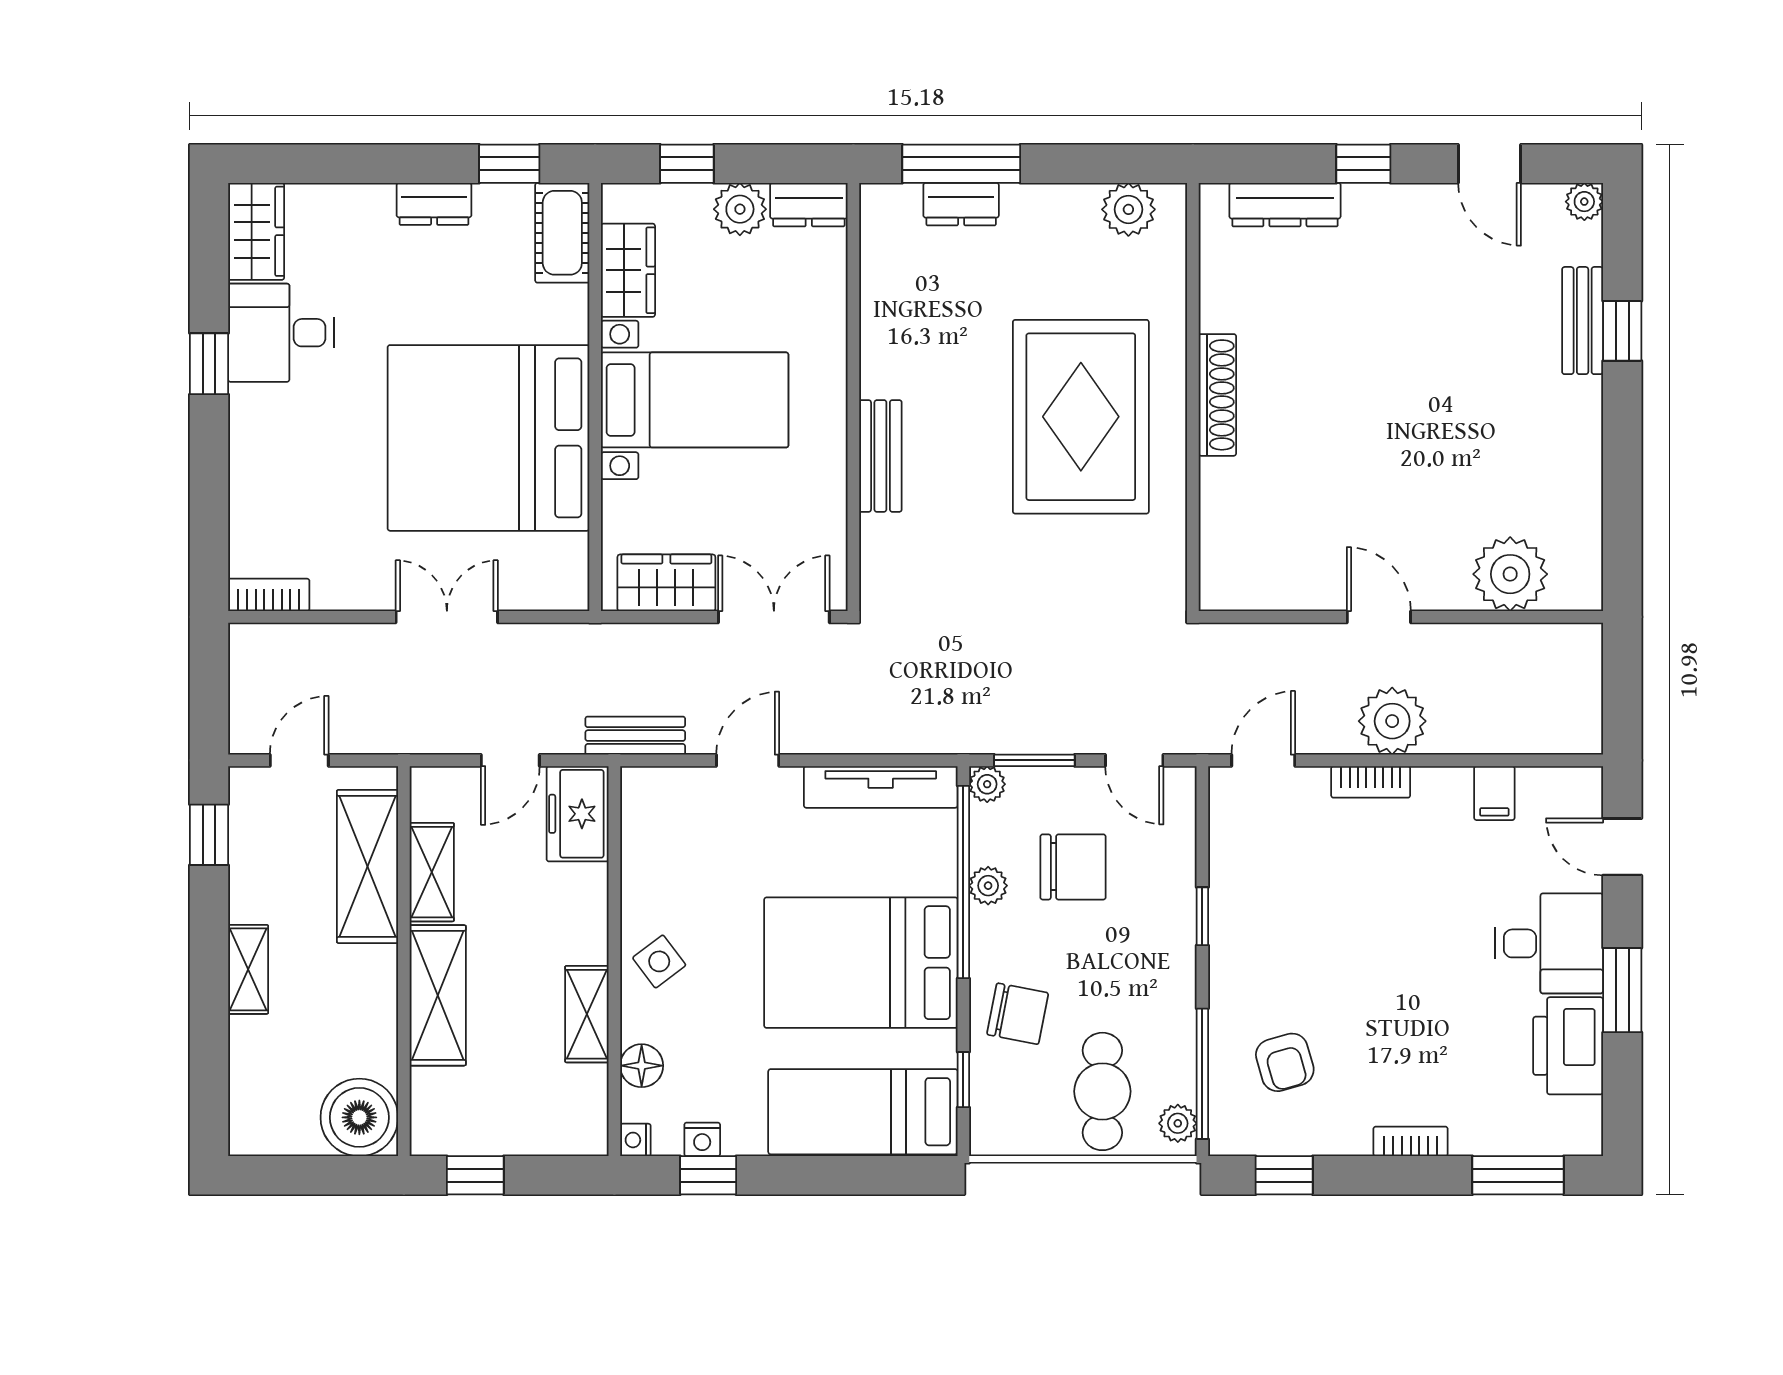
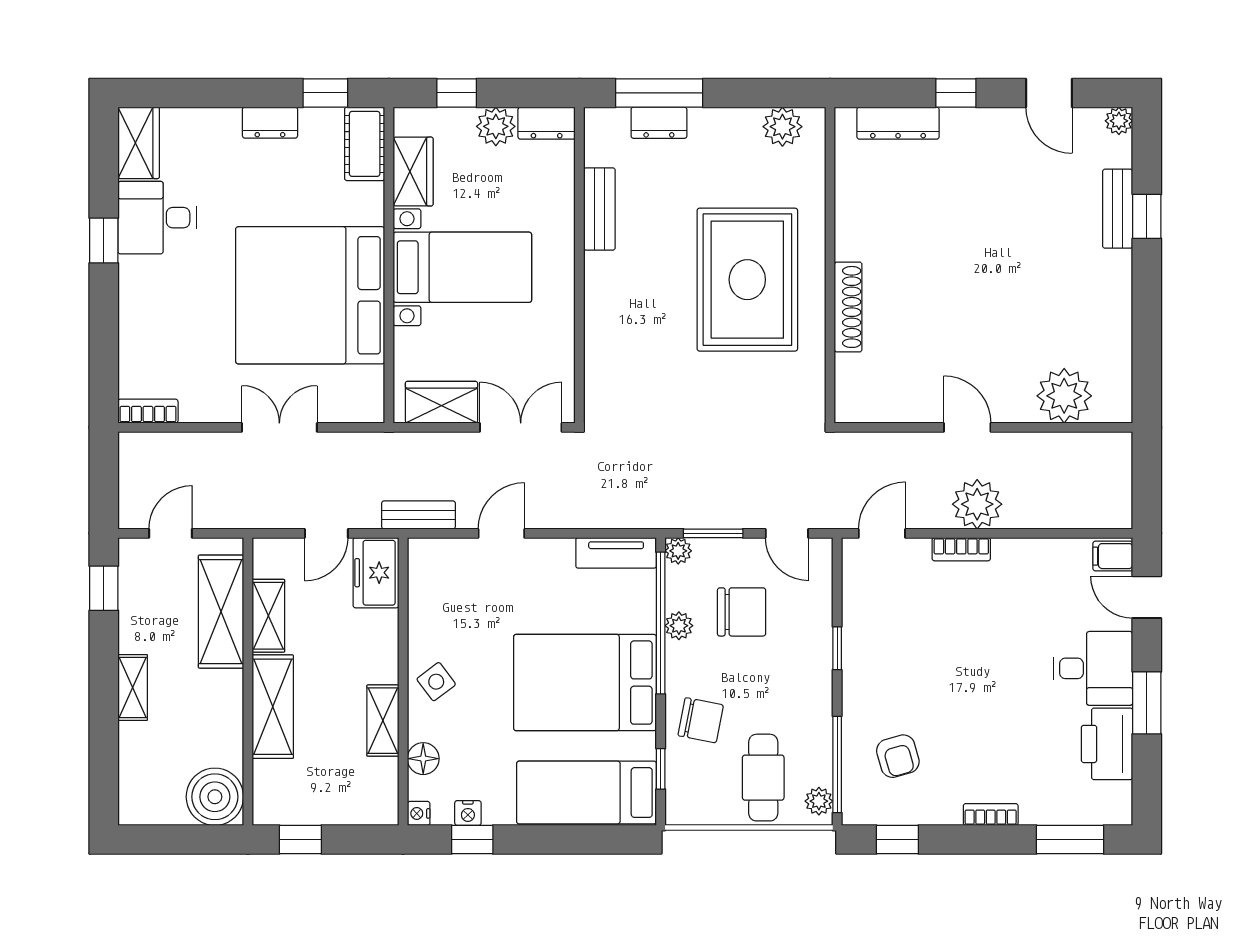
shoe rack: (1217, 395) -> (848, 307), moved
bench: (880, 456) -> (599, 209), moved
tv unit: (881, 787) -> (616, 553), width x0.71
filing cabinet: (1494, 793) -> (1113, 556), moved, turned 90

